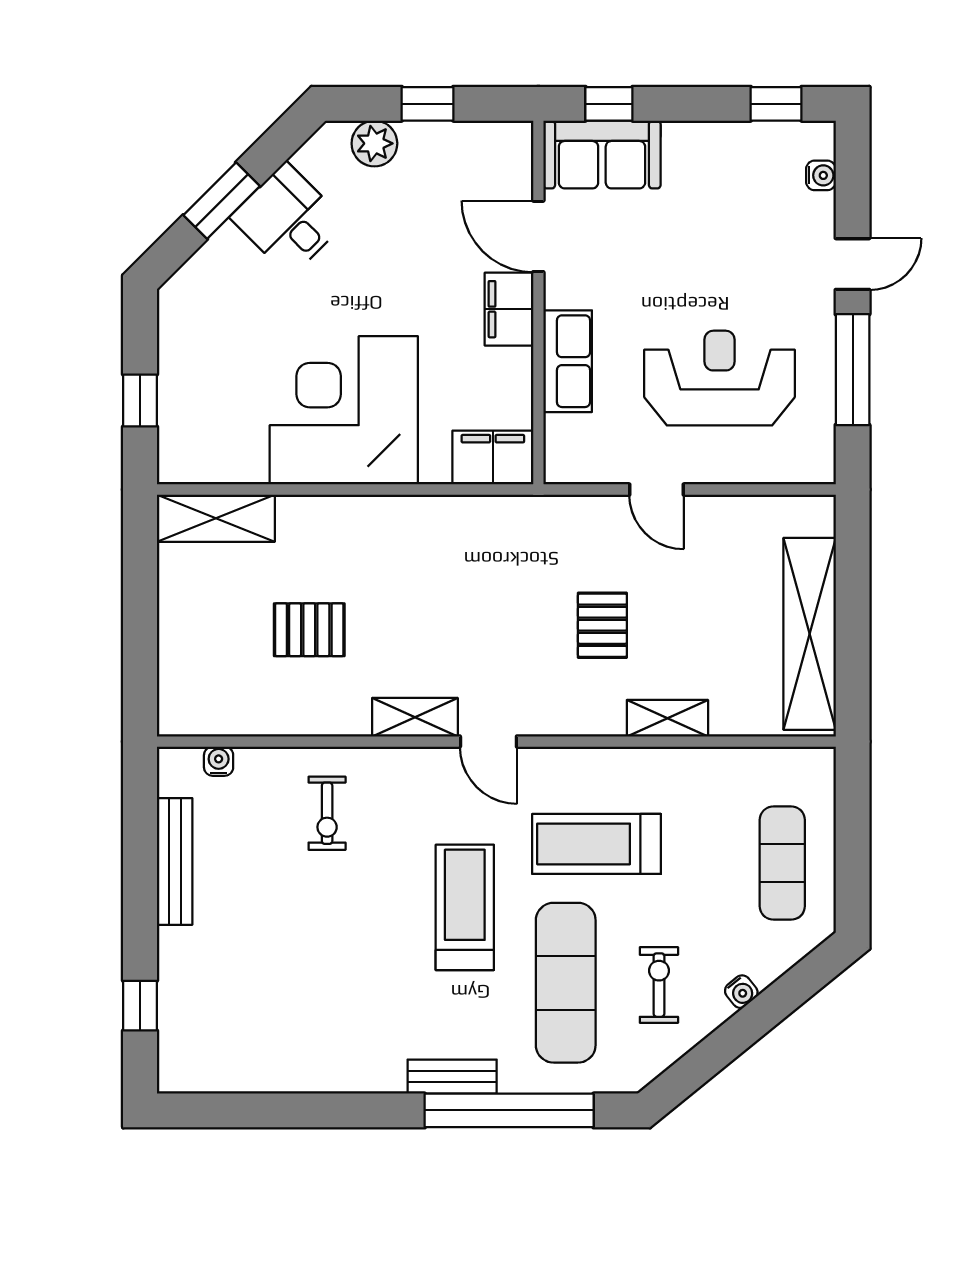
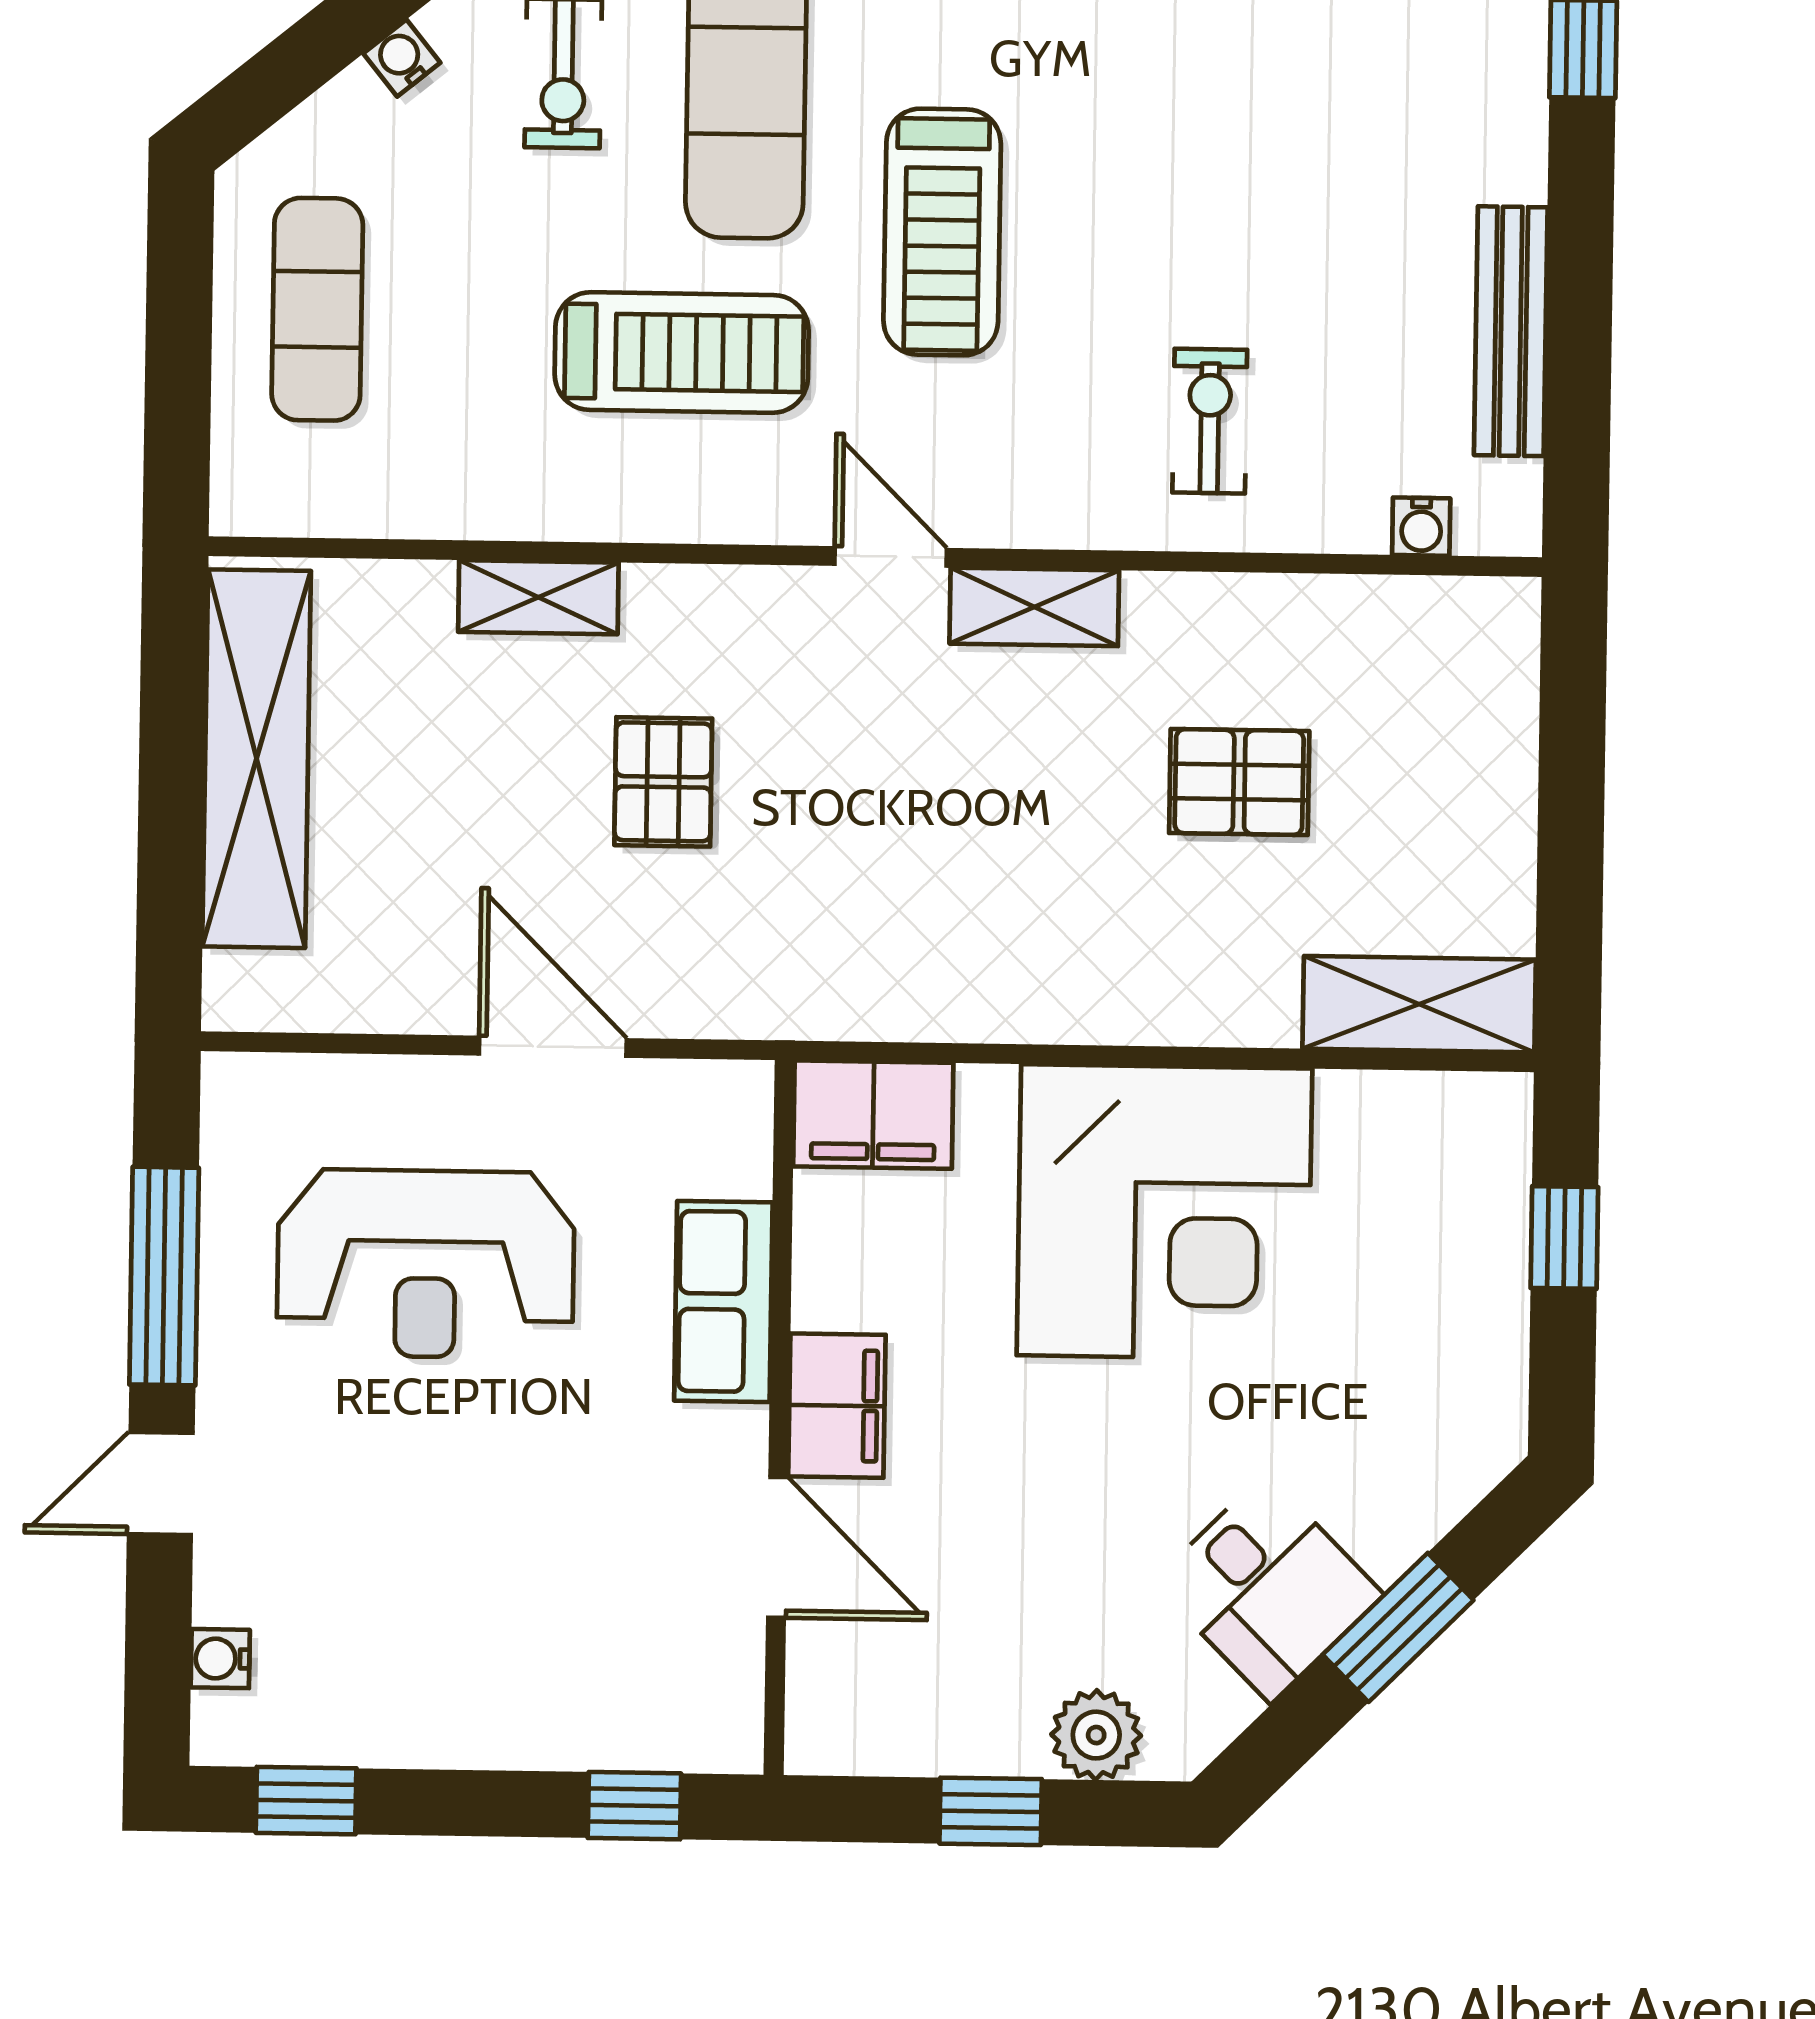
sofa: (602, 155) -> (650, 1706), removed
door: (657, 489) -> (553, 1047), width x1.38

